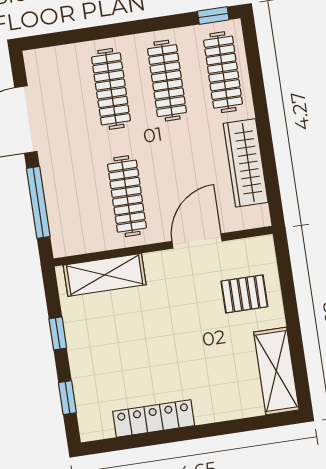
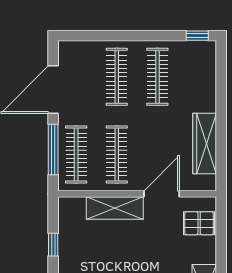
clothes rail: (223, 72) -> (76, 155), moved
shelving: (105, 275) -> (115, 208), moved
pallet: (244, 294) -> (199, 223), moved

